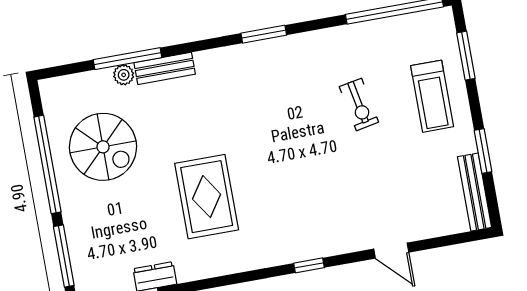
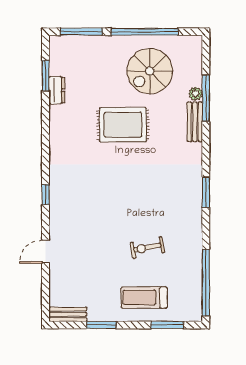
bench: (475, 192) -> (68, 314), width x0.73
rug: (207, 197) -> (123, 125), moved

